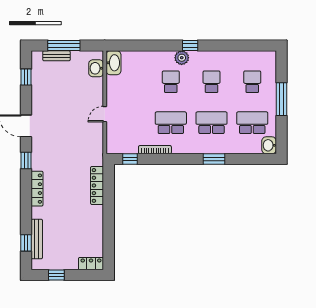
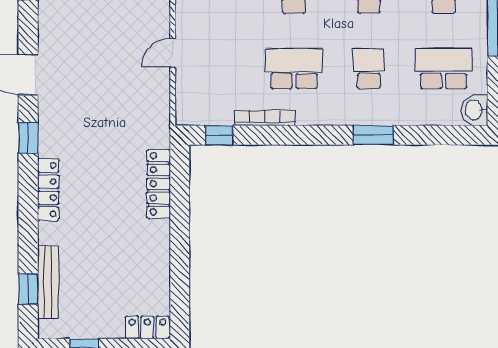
school desk: (212, 123) -> (369, 69), width x0.54

